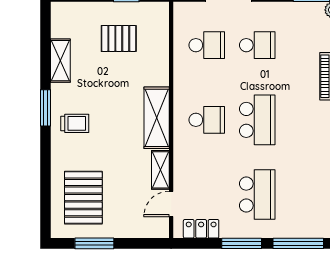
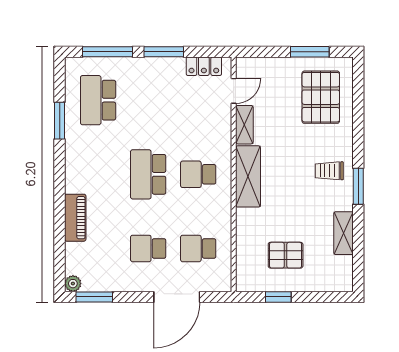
school desk: (257, 195) -> (98, 100), moved

